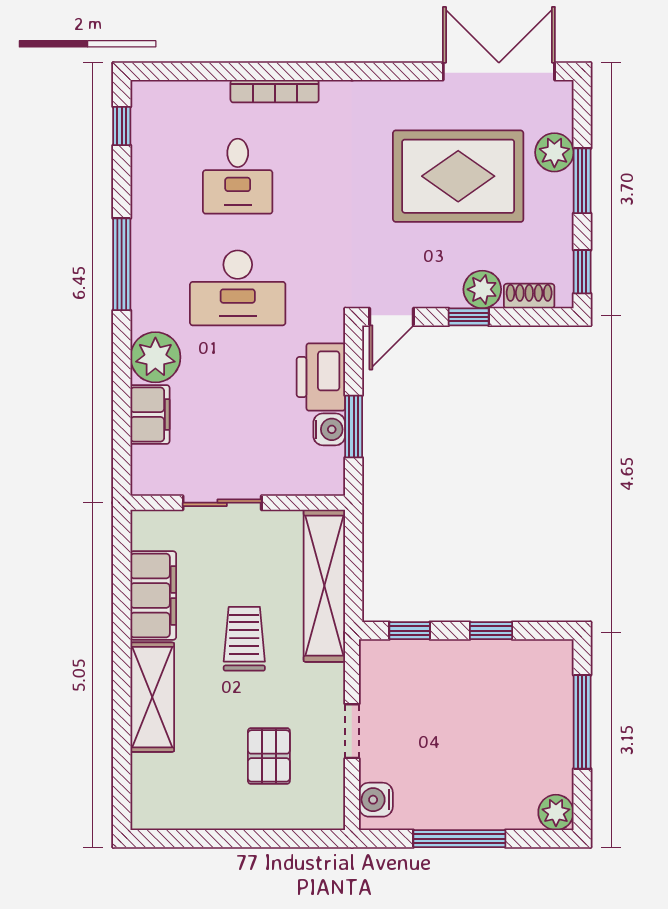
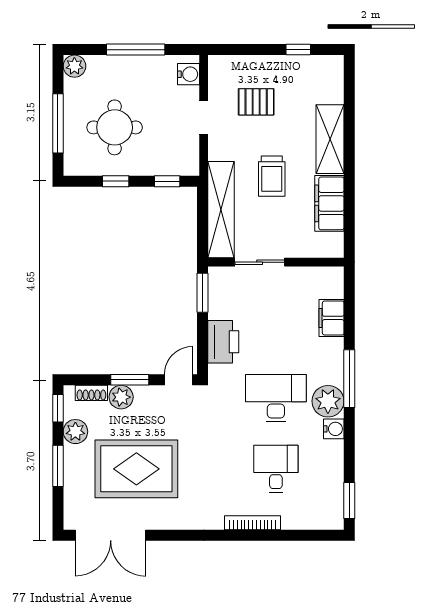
window: (122, 126) -> (349, 501), width x1.50
plant: (554, 152) -> (75, 432), moved
window: (122, 264) -> (349, 379), moved
window: (469, 317) -> (130, 380), width x1.50
plant: (155, 357) -> (328, 401), moved
window: (354, 427) -> (203, 293), moved
water cooler: (329, 429) -> (334, 429), moved, turned 180
sliding door: (222, 503) -> (260, 262), moved
round table: (493, 716) -> (115, 127), added
pallet: (269, 756) -> (256, 102), turned 90
window: (202, 839) -> (298, 50), added

